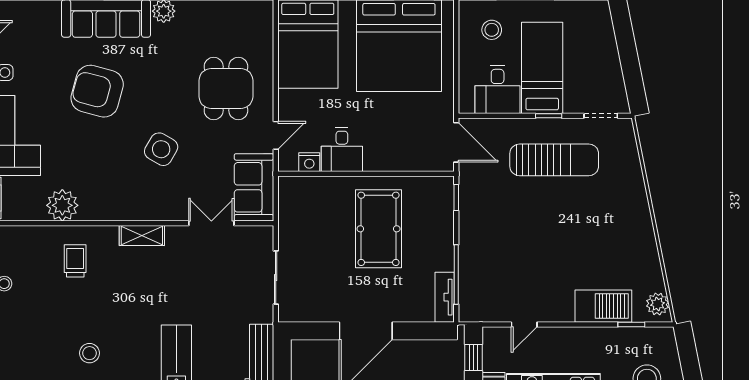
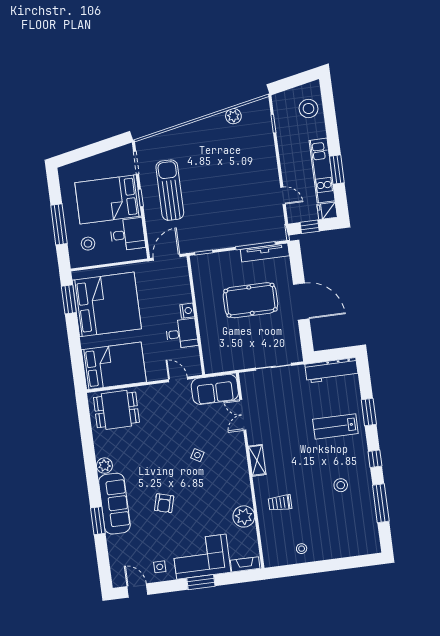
bed: (542, 68) -> (108, 199), width x1.50
dining table: (226, 88) -> (116, 410), moved
armchair: (97, 91) -> (164, 503), width x0.53, depth x0.53
side table: (161, 149) -> (197, 455), width x0.54, depth x0.54
nightstand: (309, 162) -> (187, 311), moved
pool table: (379, 229) -> (250, 300), moved
tv unit: (445, 297) -> (265, 252), width x1.41
plant: (658, 304) -> (233, 116), moved
barbecue: (603, 306) -> (264, 144), removed

